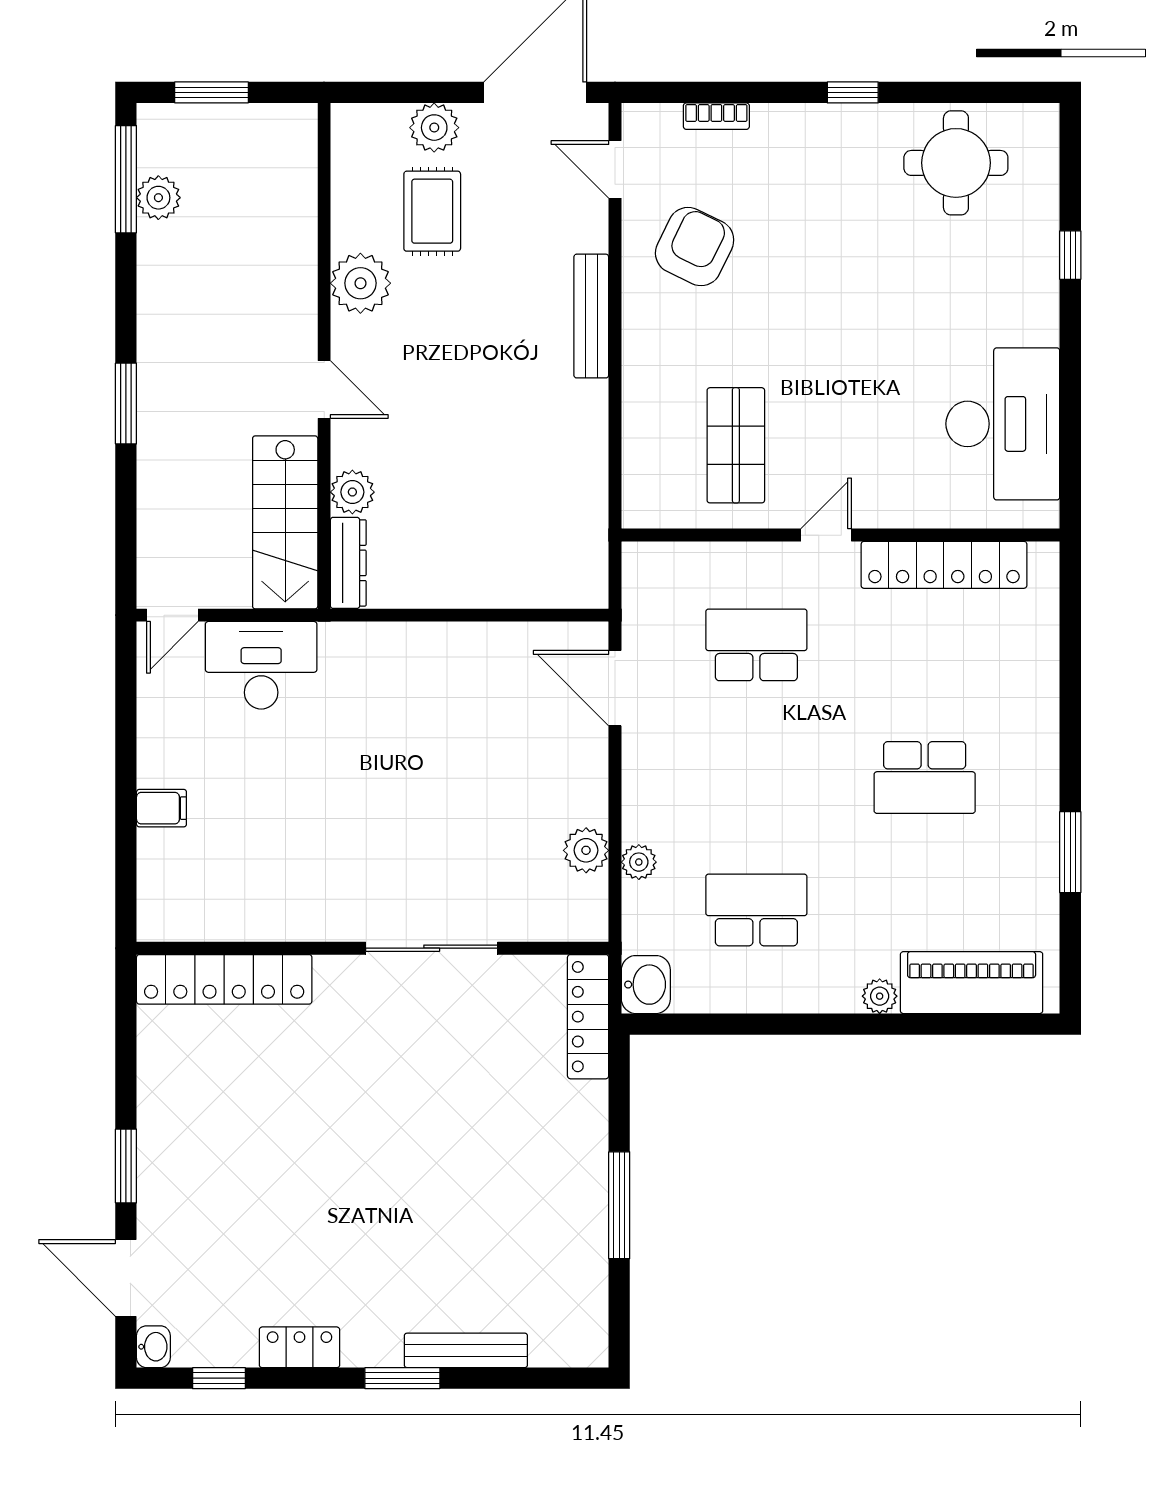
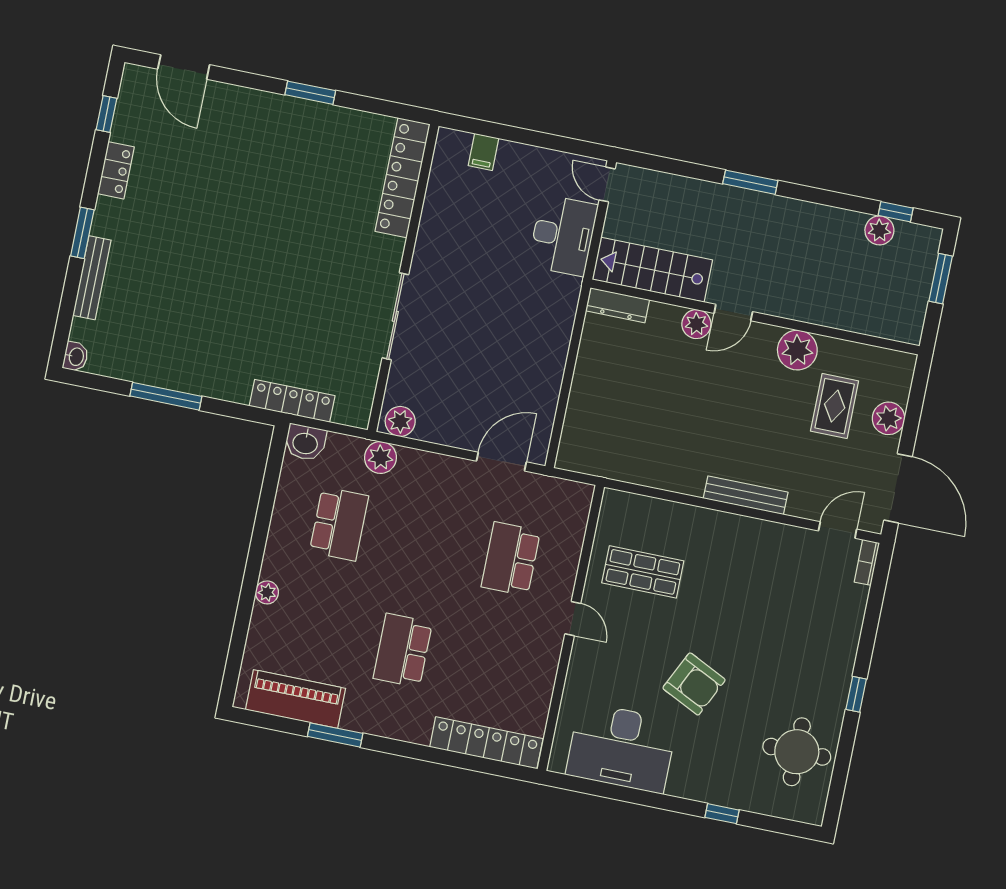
bookcase: (716, 116) -> (867, 562), moved
window: (126, 179) -> (896, 212), width x0.46
rug: (432, 211) -> (835, 406), turned 90
armchair: (695, 247) -> (694, 684), moved
plant: (352, 492) -> (696, 324), moved
locker: (944, 565) -> (486, 743), moved, turned 90
school desk: (756, 645) -> (511, 559), turned 180
plant: (639, 862) -> (380, 457), width x1.38, depth x1.38
wall: (373, 948) -> (403, 278), moved
sliding door: (432, 948) -> (395, 316), moved
locker: (224, 979) -> (403, 178), moved
piano: (972, 983) -> (295, 699), moved, turned -90
window: (126, 1166) -> (310, 93), moved
door: (126, 1278) -> (184, 67), swing flipped
washbasin: (153, 1347) -> (76, 357), moved, turned -90

